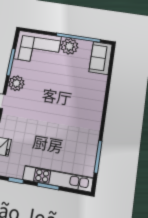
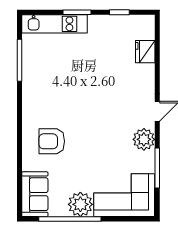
armchair: (83, 93) -> (52, 141), added
kitchen unit: (58, 179) -> (54, 24), width x0.73

